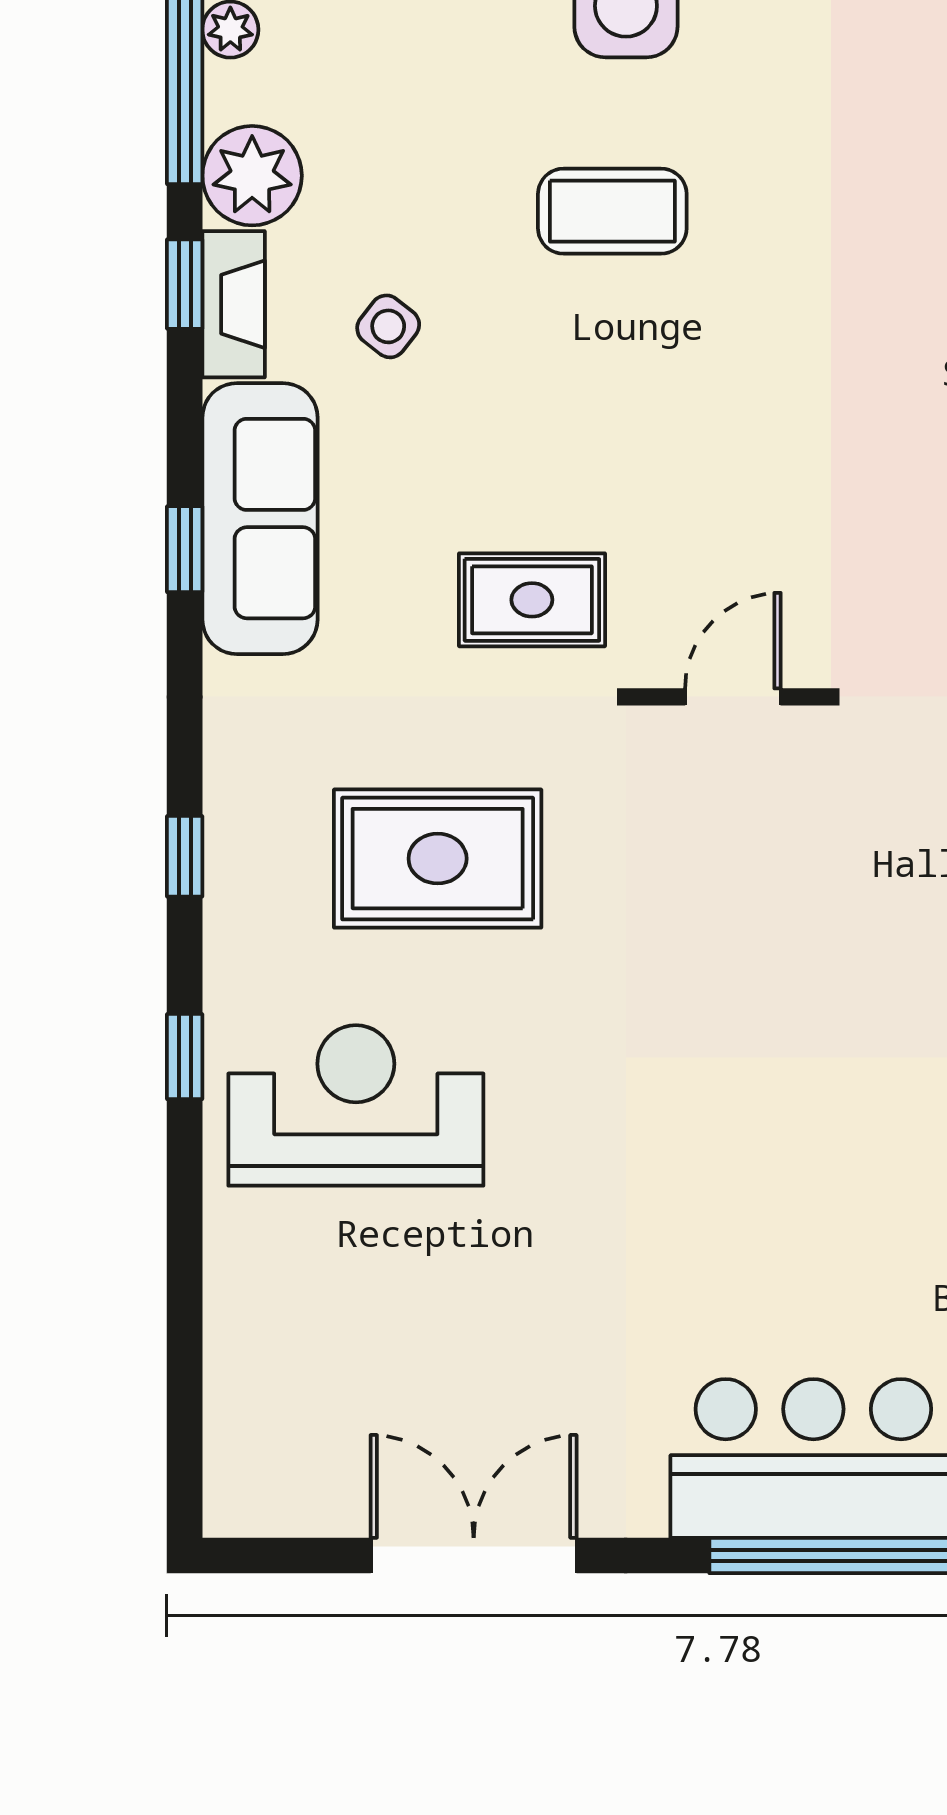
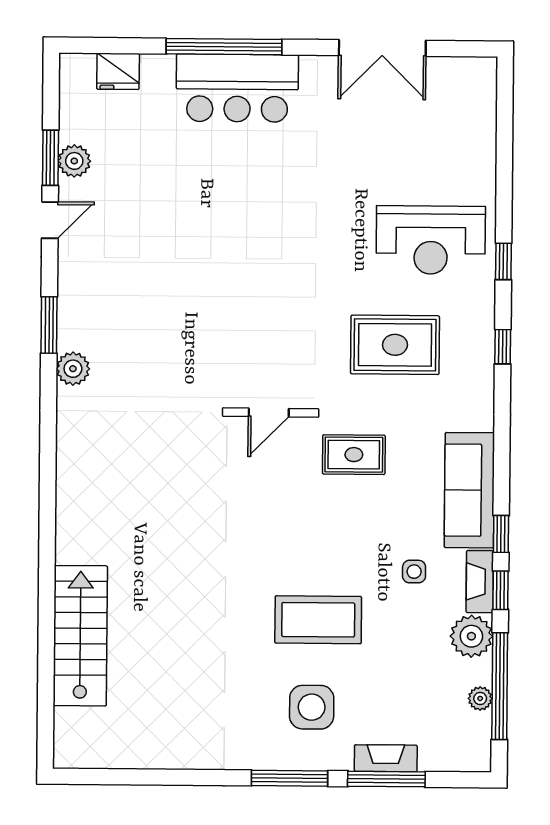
coffee table: (612, 211) -> (318, 620), width x1.36, depth x1.32
side table: (388, 326) -> (414, 572), turned -38
window: (185, 549) -> (501, 534), moved

